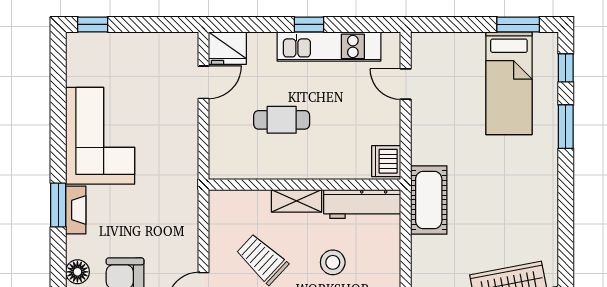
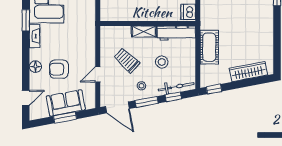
cot: (429, 200) -> (209, 47), moved
window: (58, 205) -> (26, 20), moved

